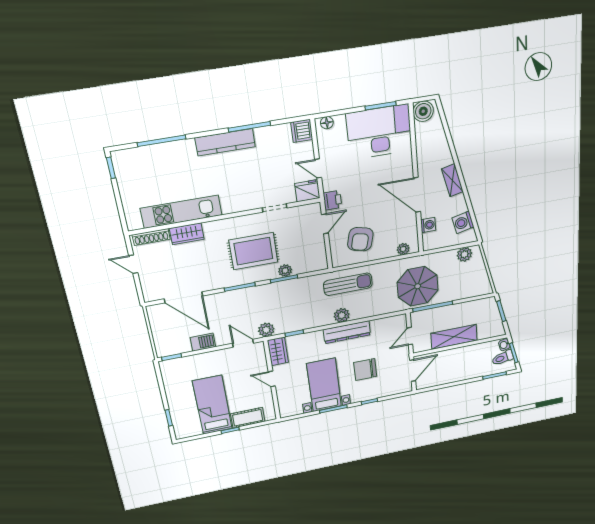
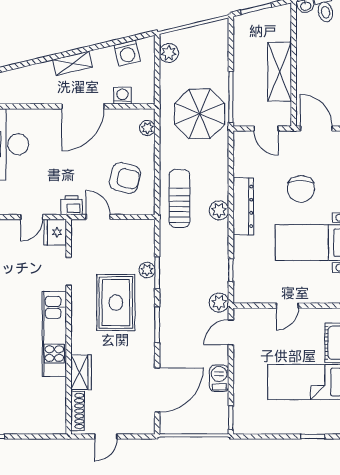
kitchen unit: (181, 212) -> (54, 334), moved
wardrobe: (278, 351) -> (251, 293), removed

